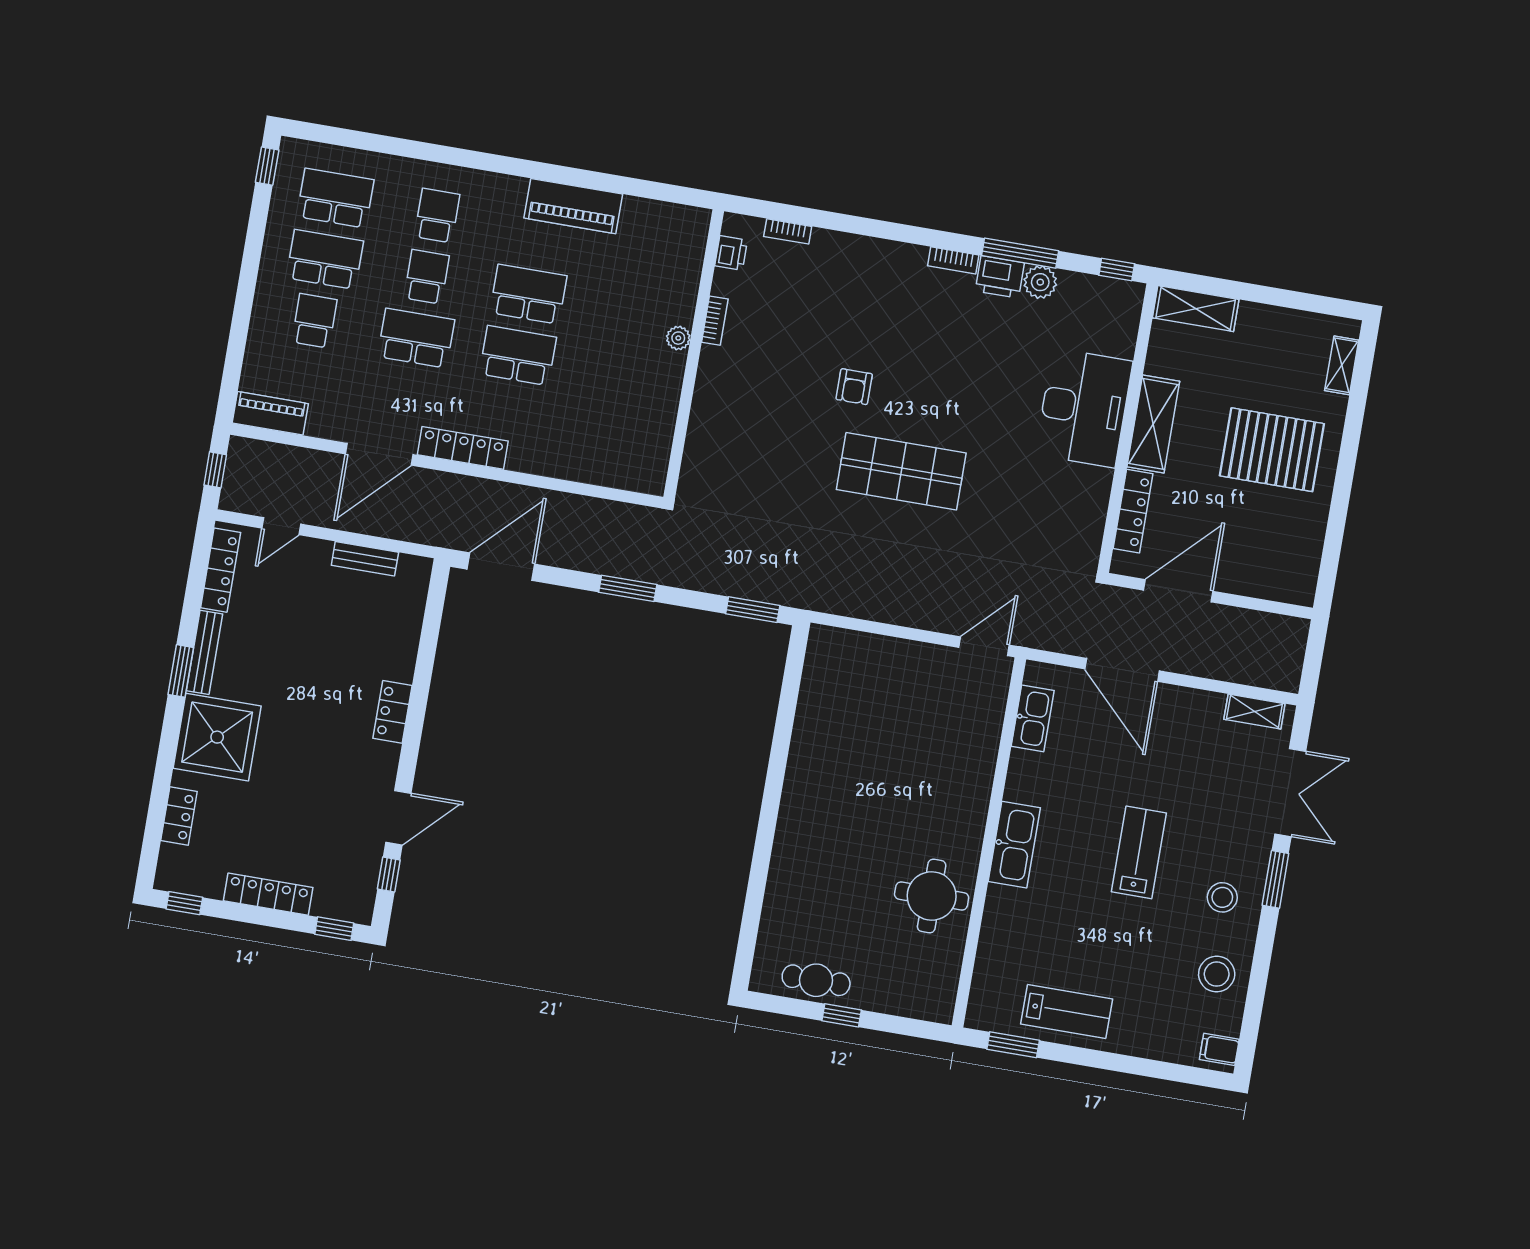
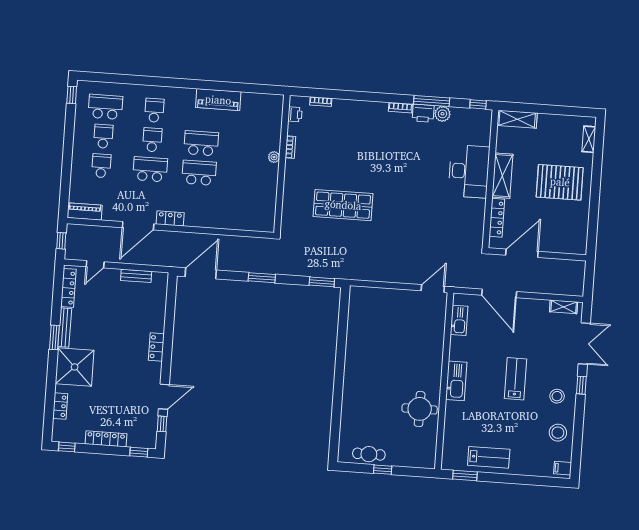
school desk: (325, 259) -> (103, 136), width x0.54
armchair: (854, 387) -> (359, 172), removed
locker: (463, 448) -> (170, 218), width x0.66
shop shelf: (901, 471) -> (343, 205), moved
window: (1275, 879) -> (581, 385), width x0.67

